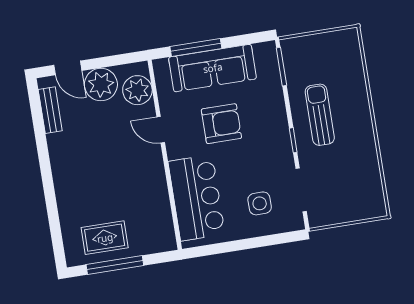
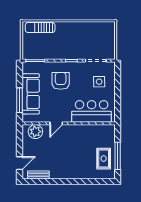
plant: (101, 85) -> (30, 149), removed
sun lounger: (320, 115) -> (40, 28), moved
armchair: (221, 124) -> (61, 81), moved

